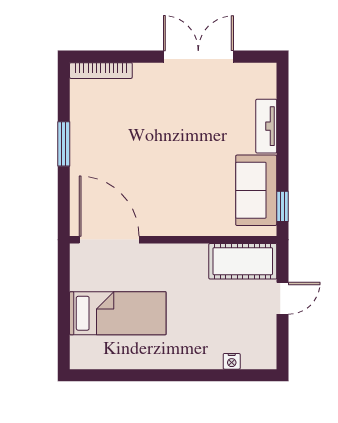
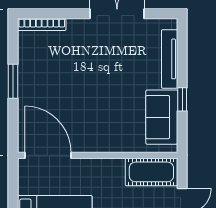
tv unit: (266, 126) -> (170, 59), width x1.41
window: (282, 206) -> (182, 99), moved

